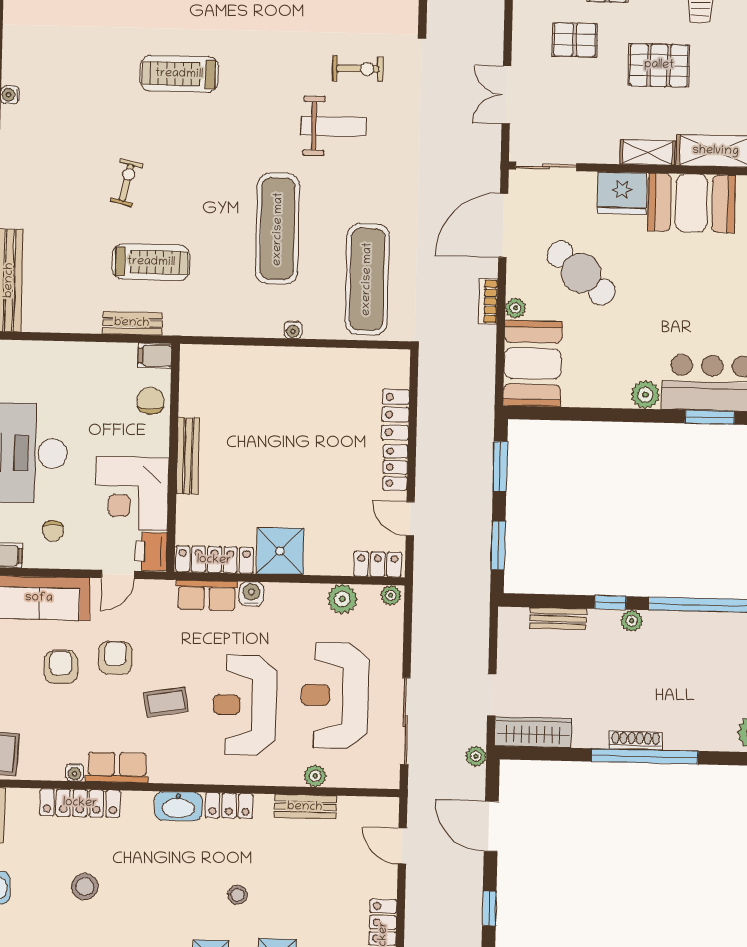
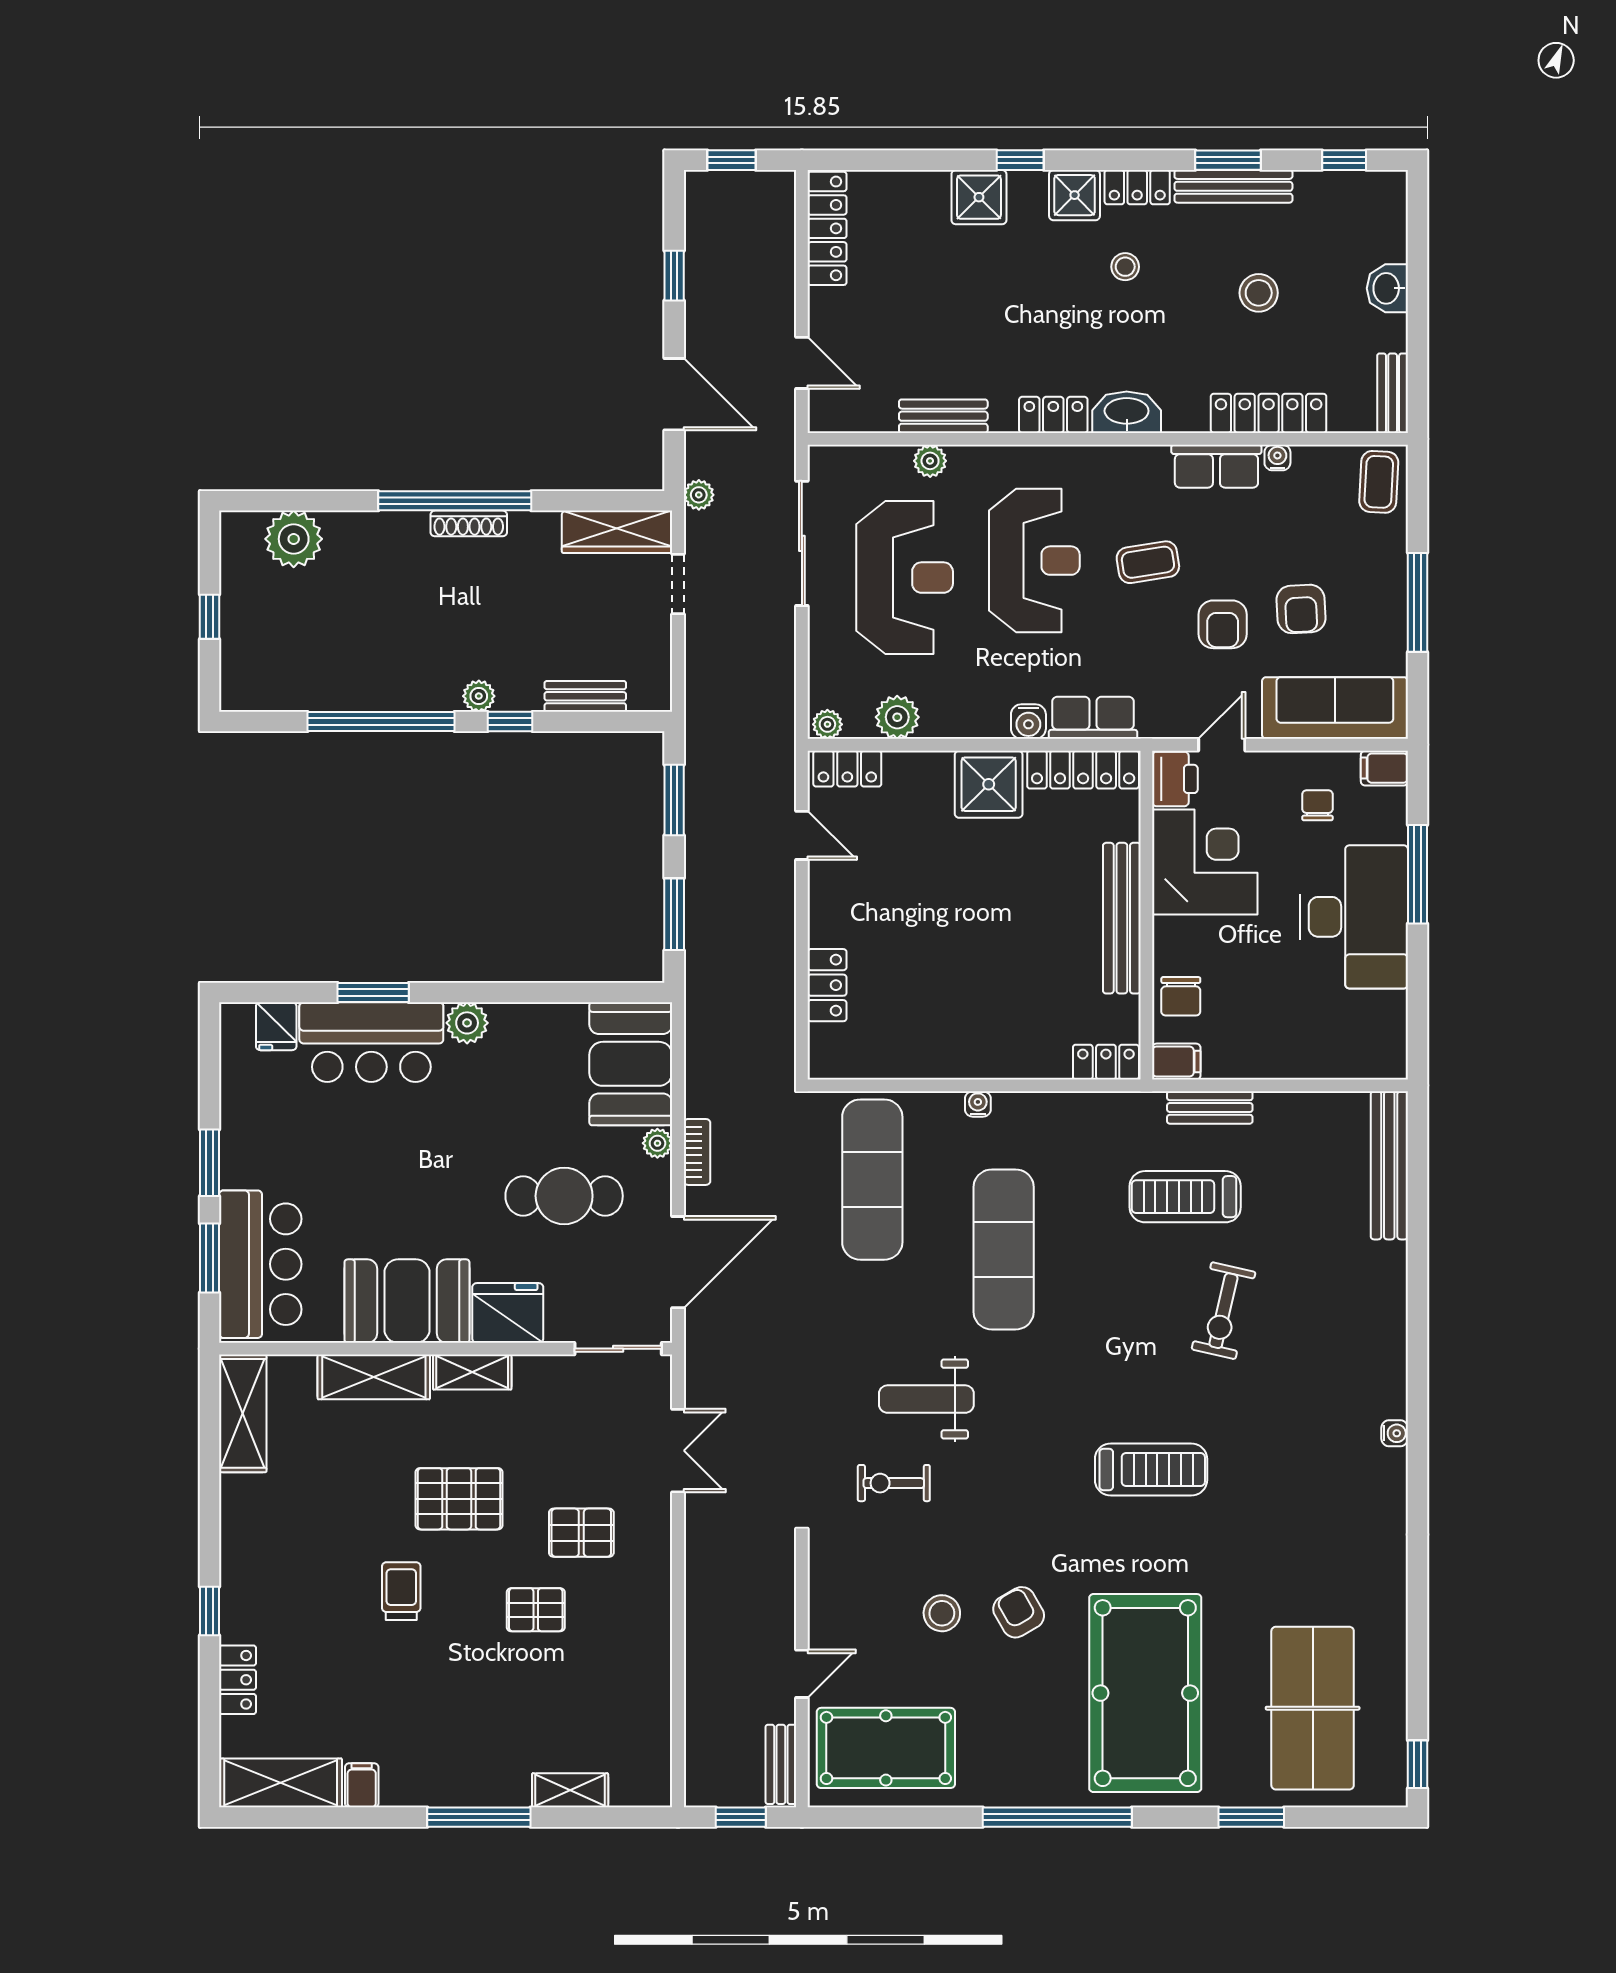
exercise bike: (126, 183) -> (1223, 1311), width x1.38, depth x1.39
cafe table: (581, 273) -> (564, 1196), turned -41
bench: (188, 456) -> (1122, 918), width x1.37, depth x1.21
locker: (395, 467) -> (1106, 1062), moved, turned -90
stool: (238, 895) -> (1125, 267), moved

